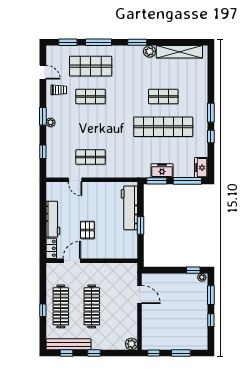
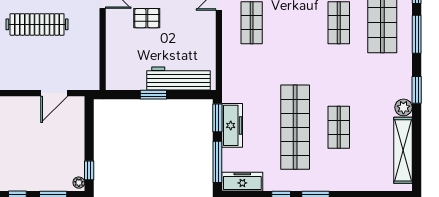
freezer: (201, 168) -> (242, 182), width x1.40
freezer: (162, 171) -> (232, 125), width x1.40

